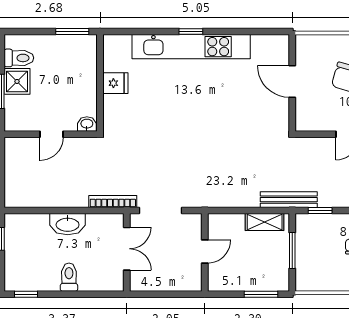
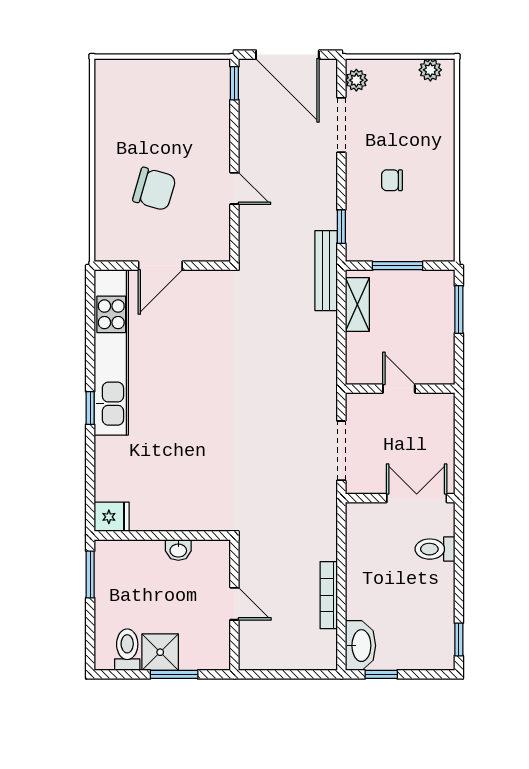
kitchen unit: (191, 47) -> (111, 352), moved
fridge: (115, 83) -> (112, 517), moved, turned 90
washbasin: (87, 124) -> (178, 550), moved, turned -90
bookcase: (113, 201) -> (329, 595), moved
washbasin: (68, 224) -> (360, 646), moved
double door: (127, 249) -> (417, 498), moved
toilet: (69, 277) -> (435, 549), moved

